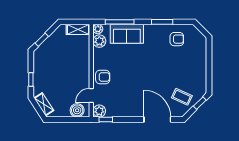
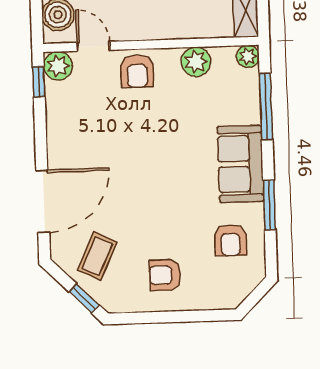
sofa: (127, 34) -> (240, 164), moved
plant: (99, 41) -> (196, 62), moved
armchair: (191, 68) -> (165, 275), added

